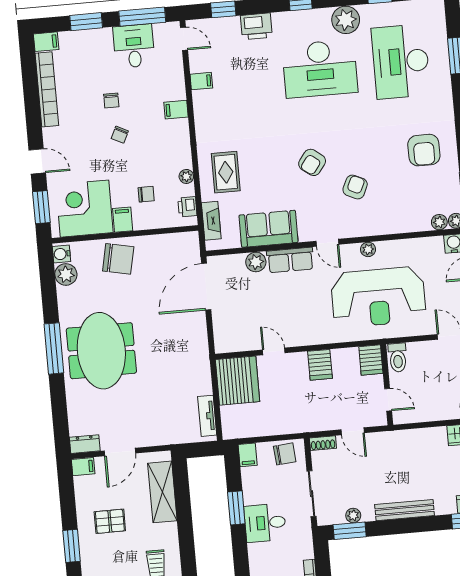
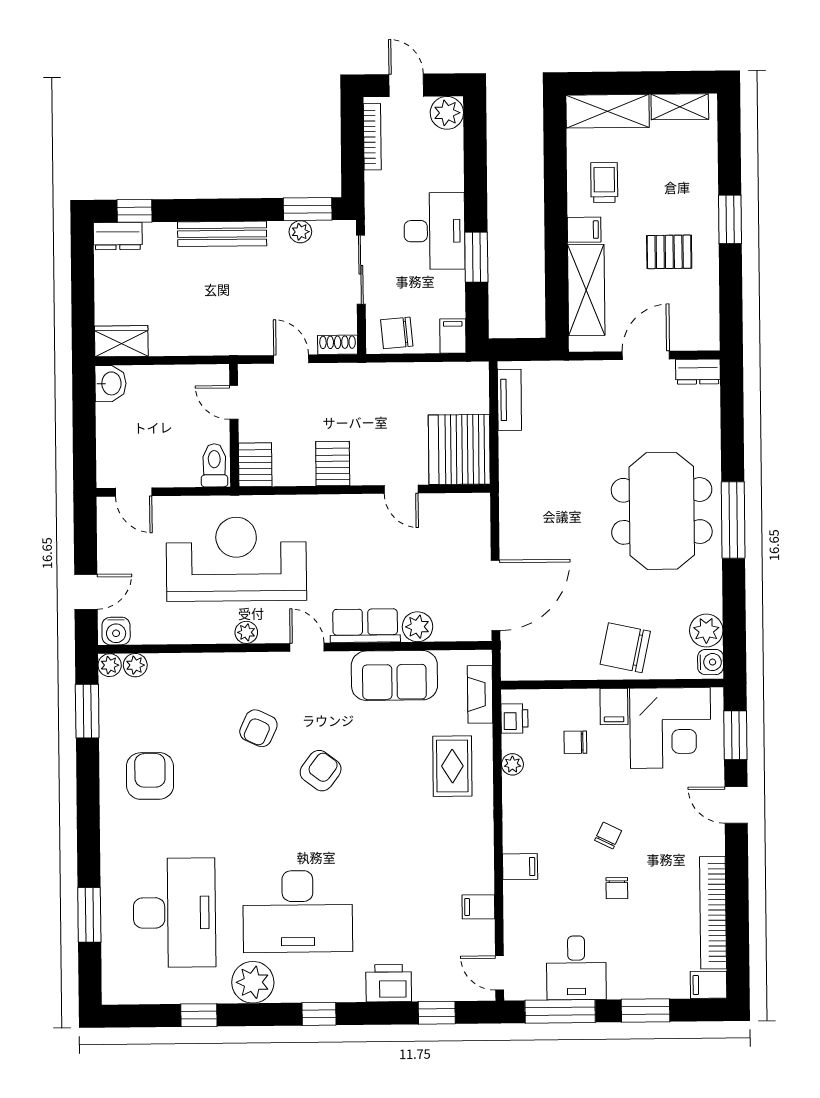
desk: (320, 69) -> (298, 911), turned 180
chair: (111, 101) -> (617, 888), turned 180
filing cabinet: (83, 467) -> (584, 230), moved, turned 180
desk: (265, 523) -> (434, 231), width x1.37

